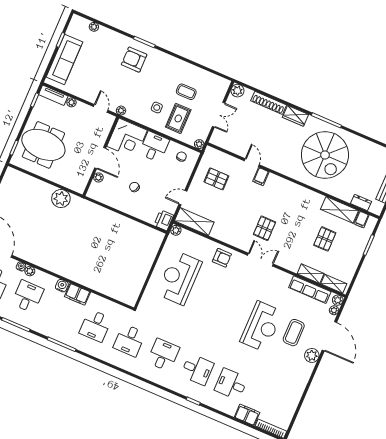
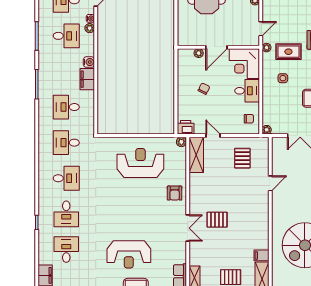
rug: (178, 118) -> (288, 52), moved
filing cabinet: (261, 177) -> (261, 255), moved
plant: (61, 199) -> (166, 28), removed

